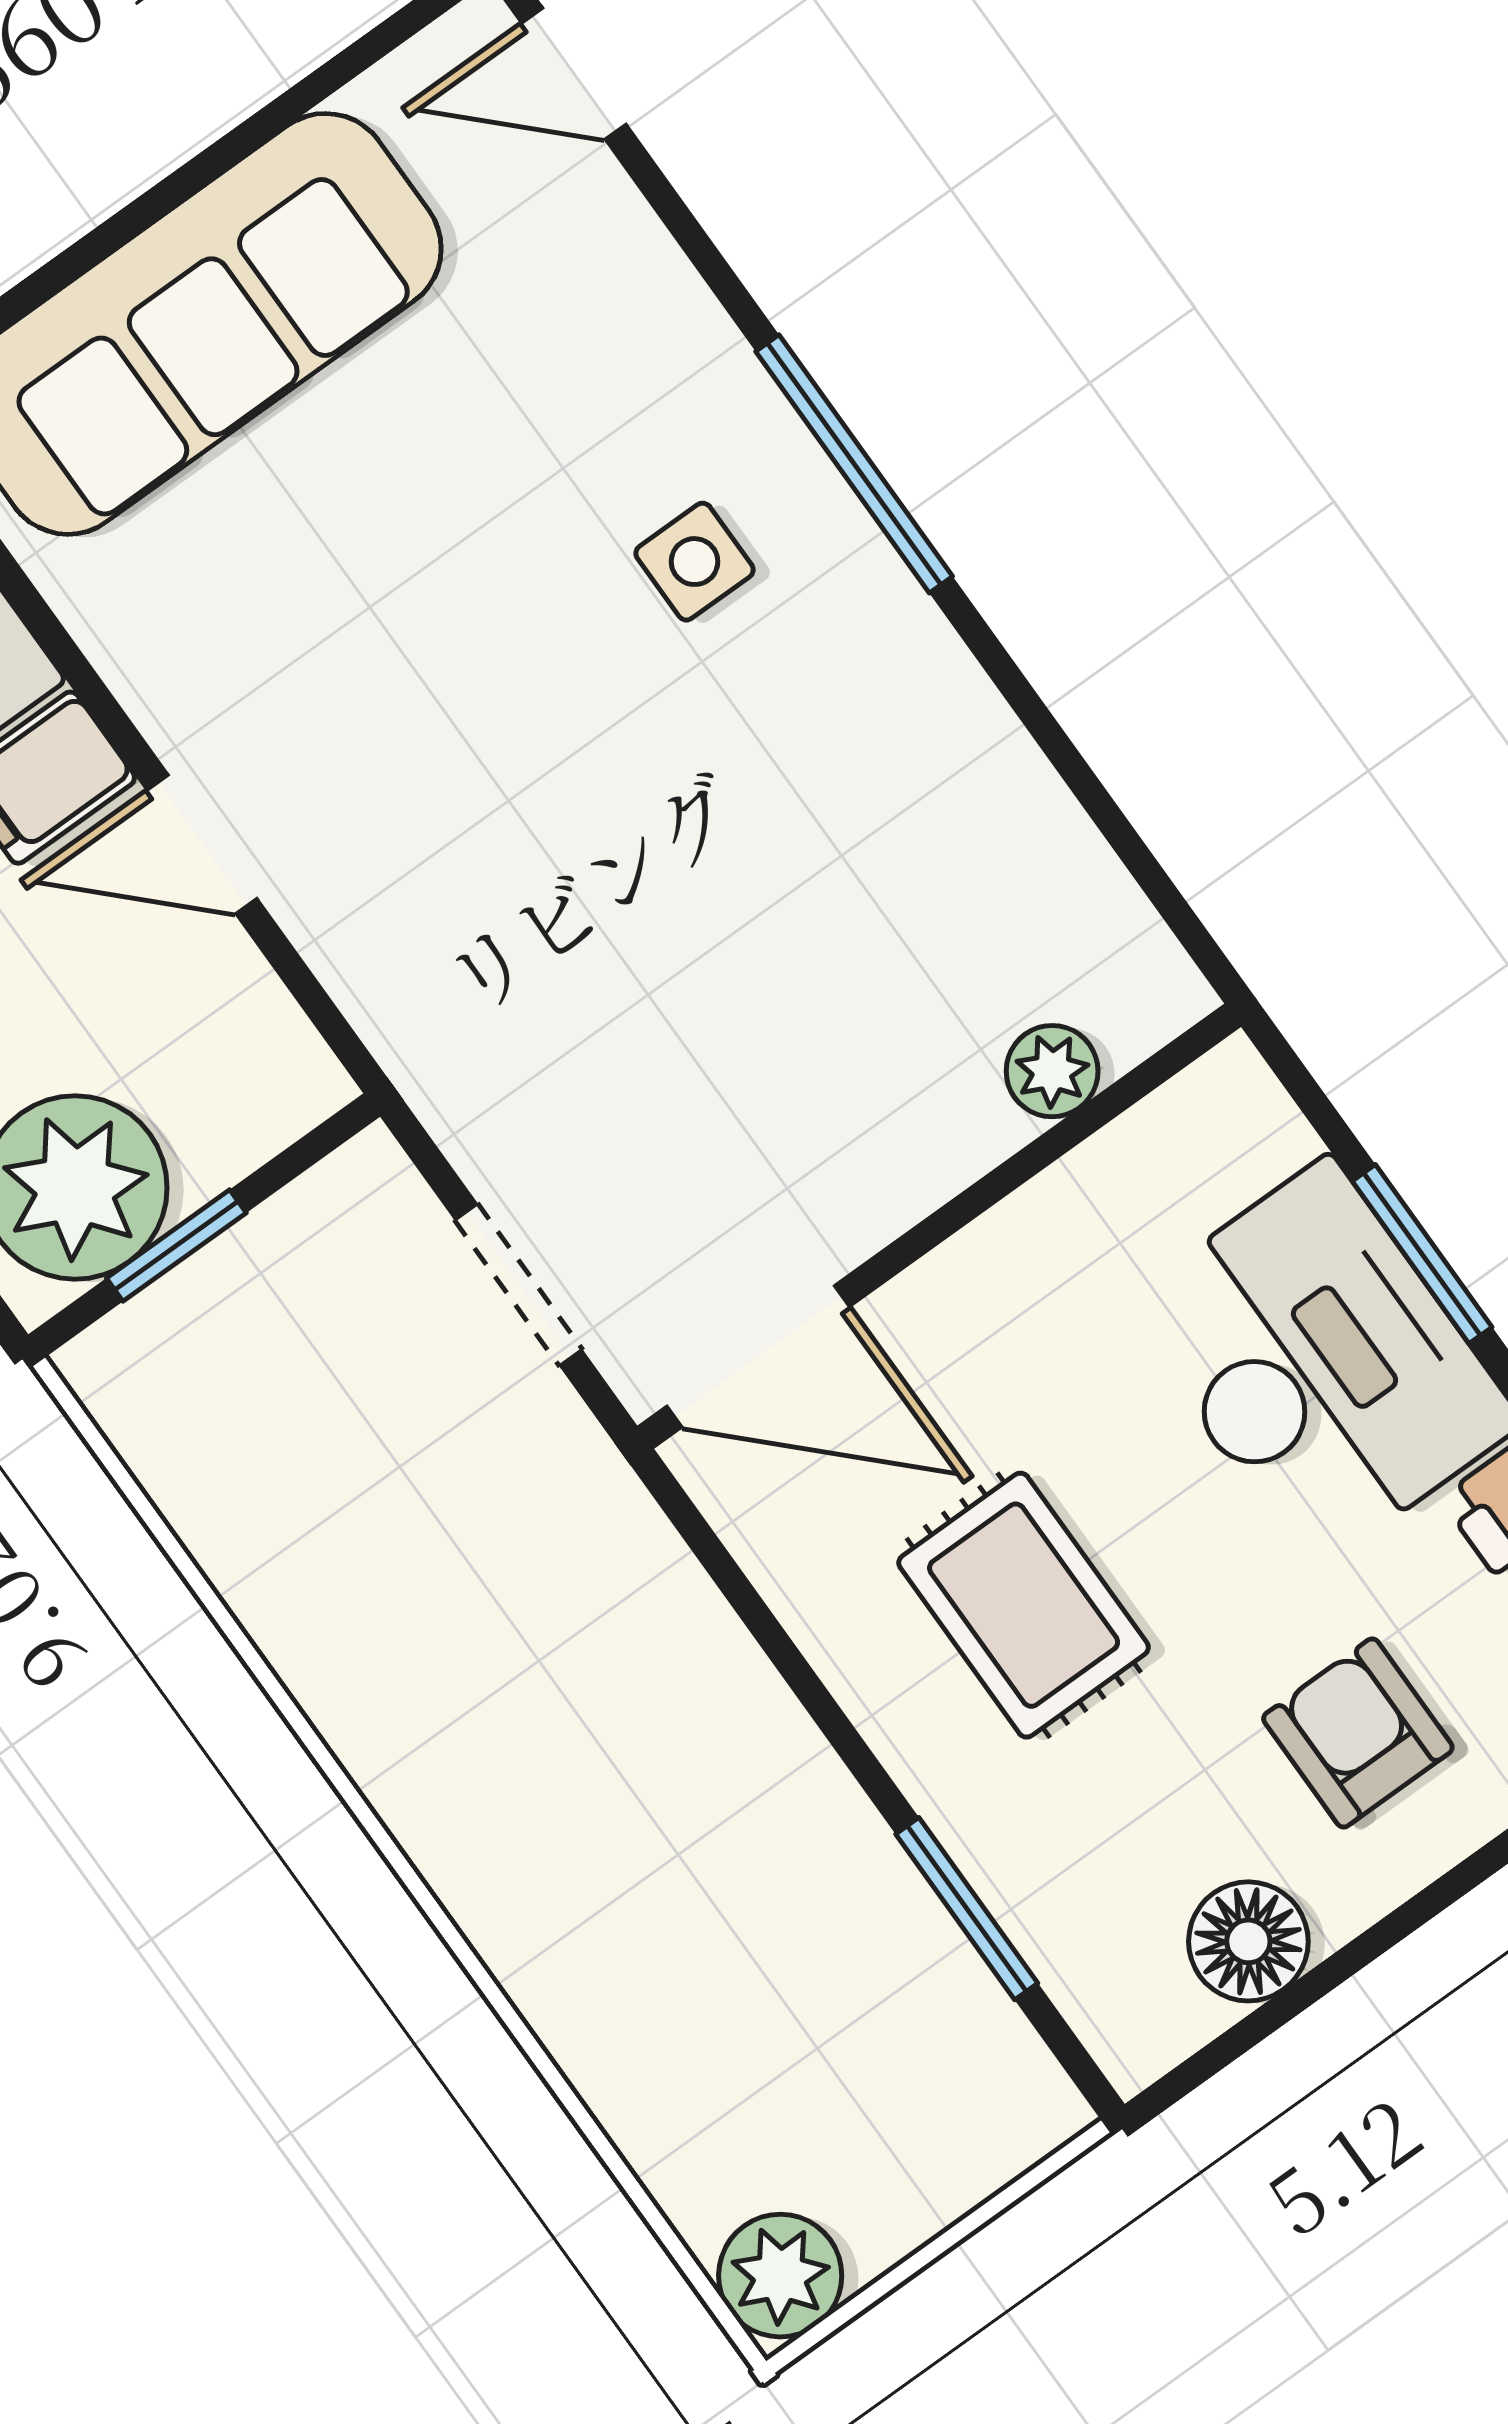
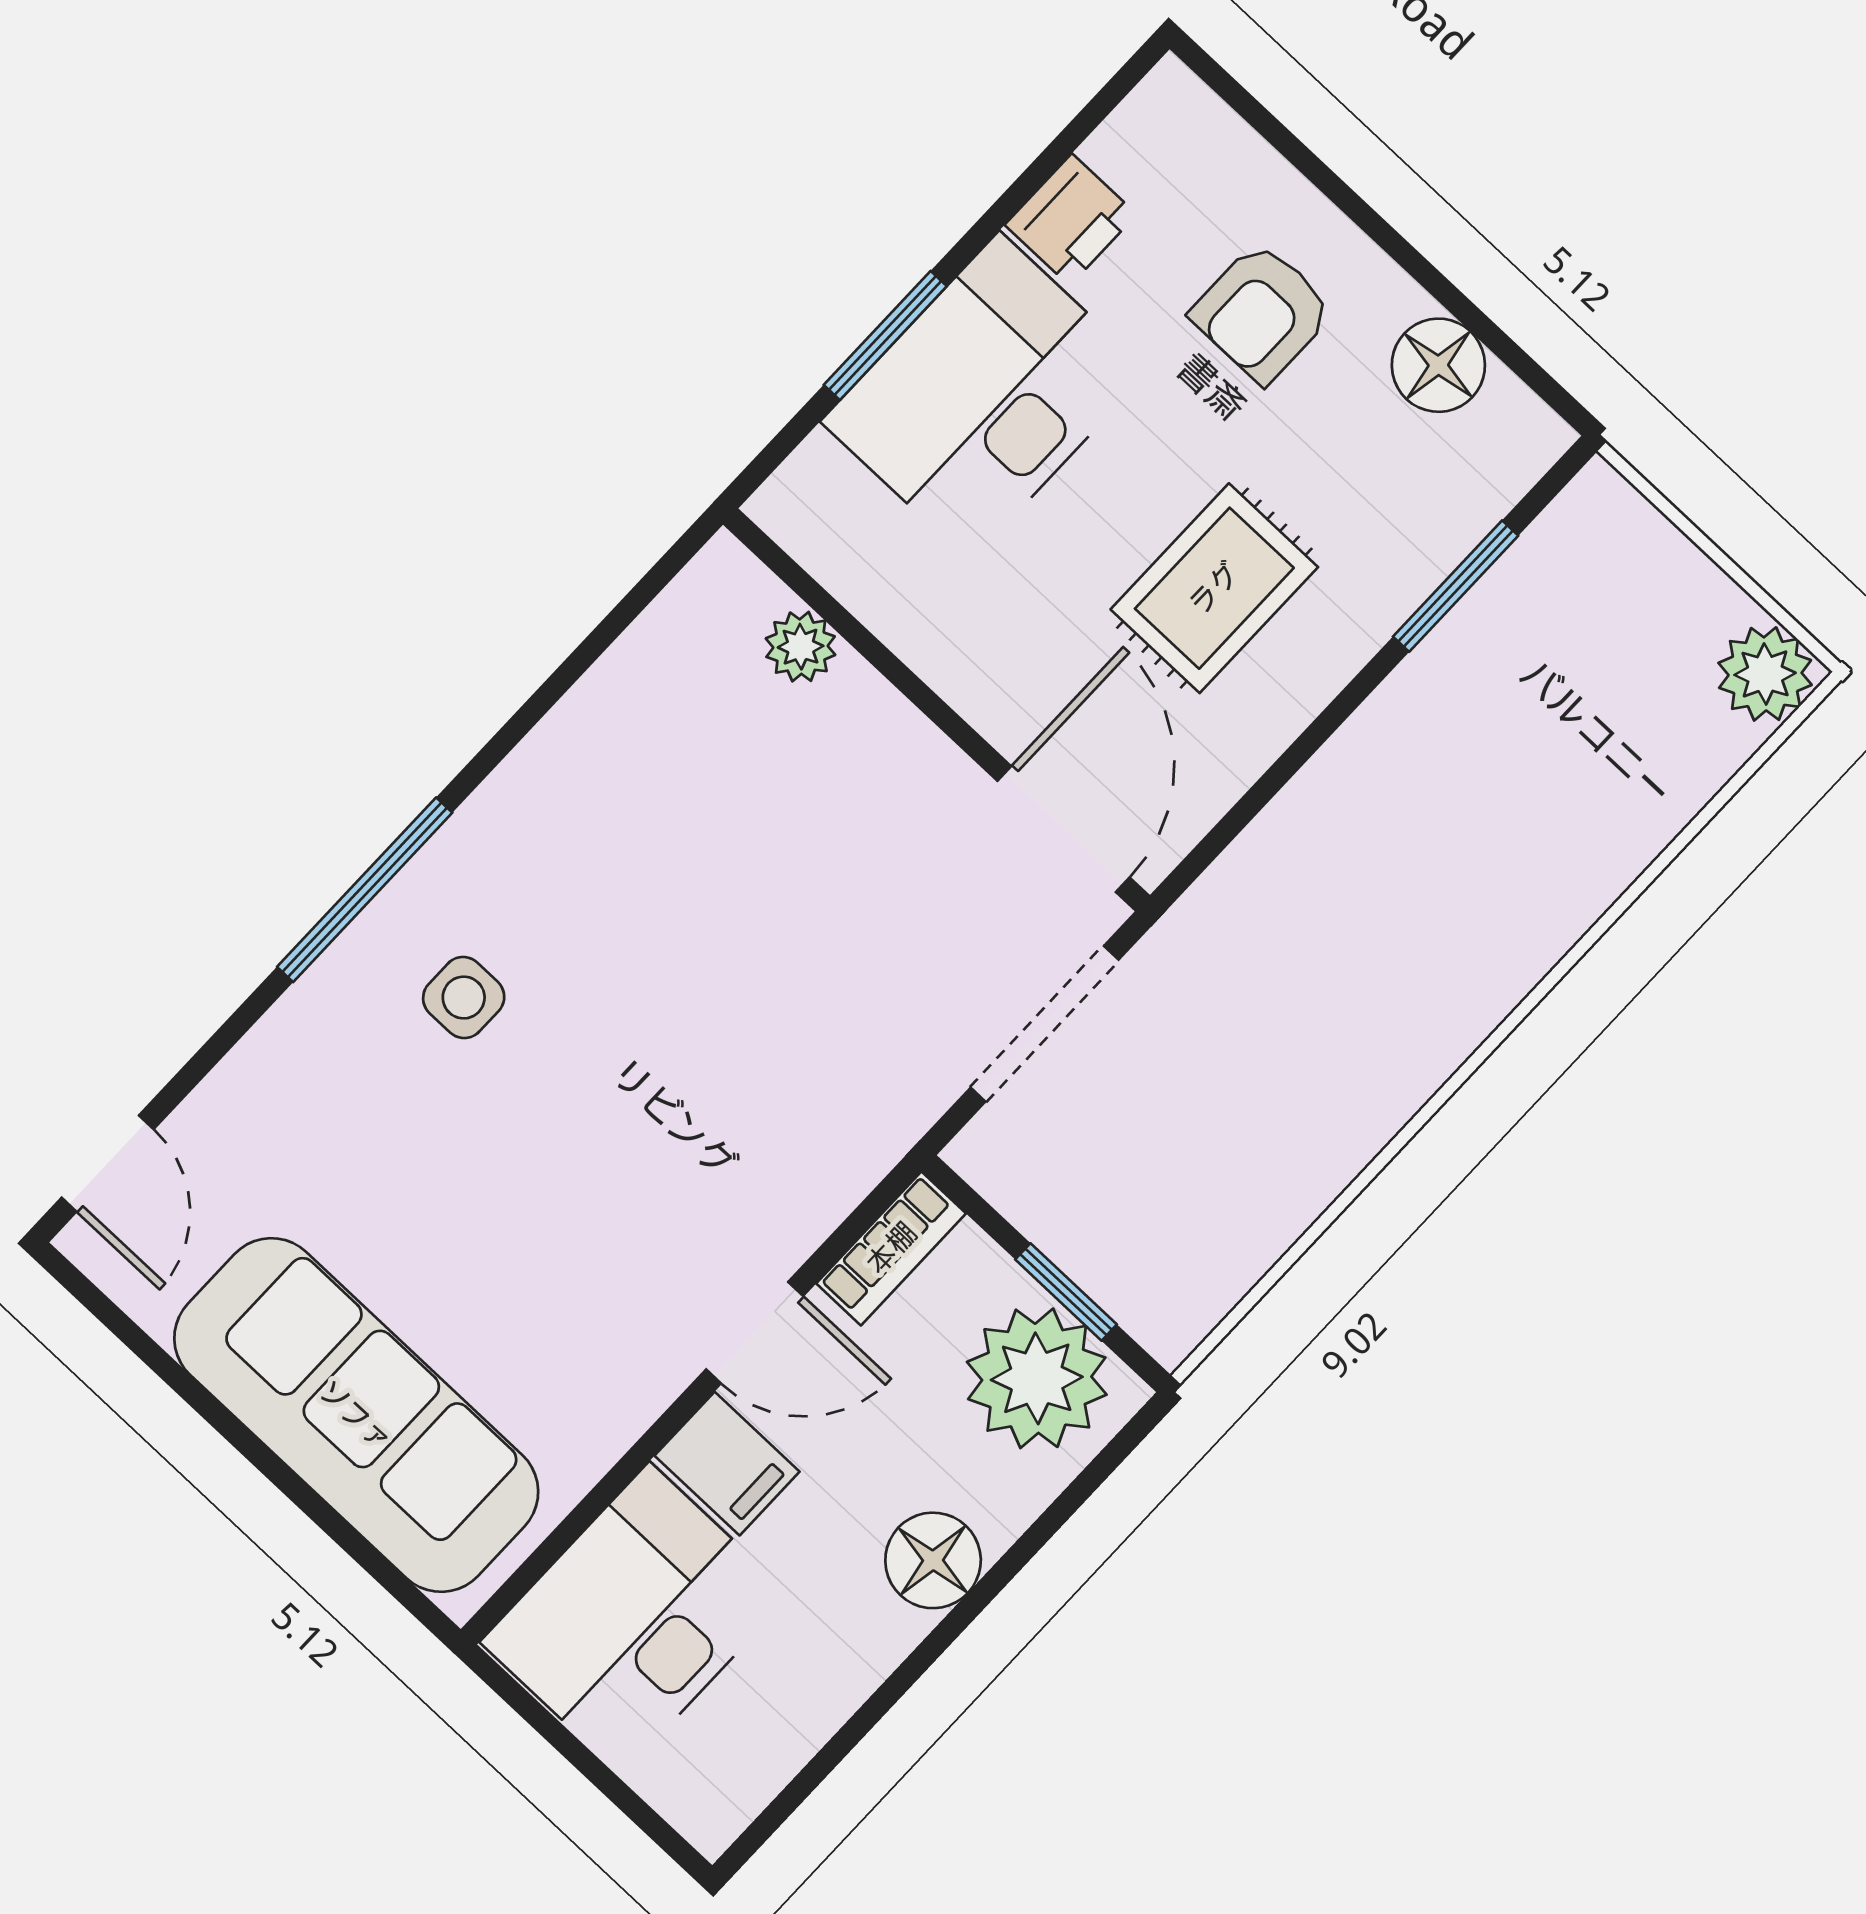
door: (202, 844) -> (755, 1333), hinge flipped
bookcase: (274, 1037) -> (891, 1248), added
doorway: (518, 1285) -> (1045, 1024), width x1.38

